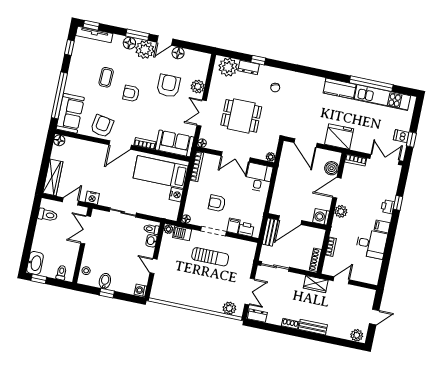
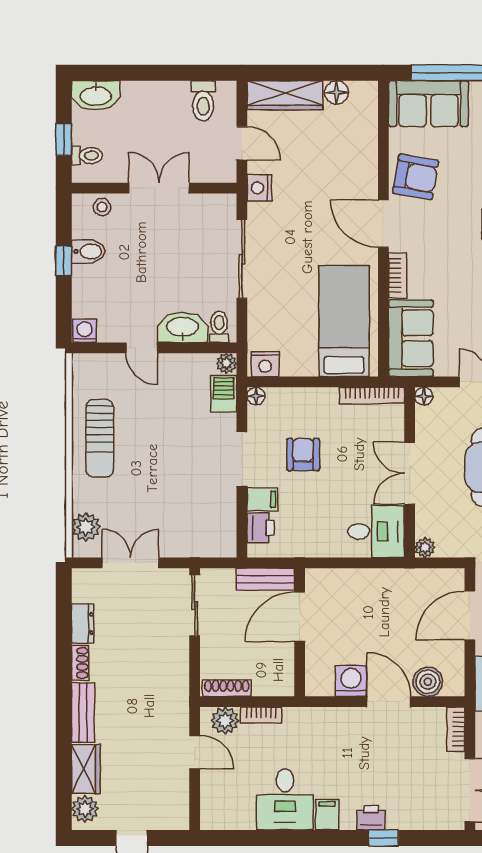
floor lamp: (59, 140) -> (337, 92), moved
nightstand: (176, 195) -> (265, 364), moved
plant: (341, 211) -> (225, 721), moved
sliding door: (123, 212) -> (242, 259), width x1.37
washing machine: (321, 217) -> (351, 681), moved
door: (290, 220) -> (300, 617), hinge flipped
double door: (86, 230) -> (159, 188), moved
washbasin: (151, 241) -> (182, 328), width x1.91, depth x1.45
sun lounger: (210, 257) -> (100, 438), moved
door: (154, 266) -> (142, 348), swing flipped
window: (39, 279) -> (64, 140), moved
wardrobe: (316, 284) -> (86, 769), moved, turned 180
double door: (250, 291) -> (130, 563), swing flipped
dresser: (257, 316) -> (83, 624), moved

